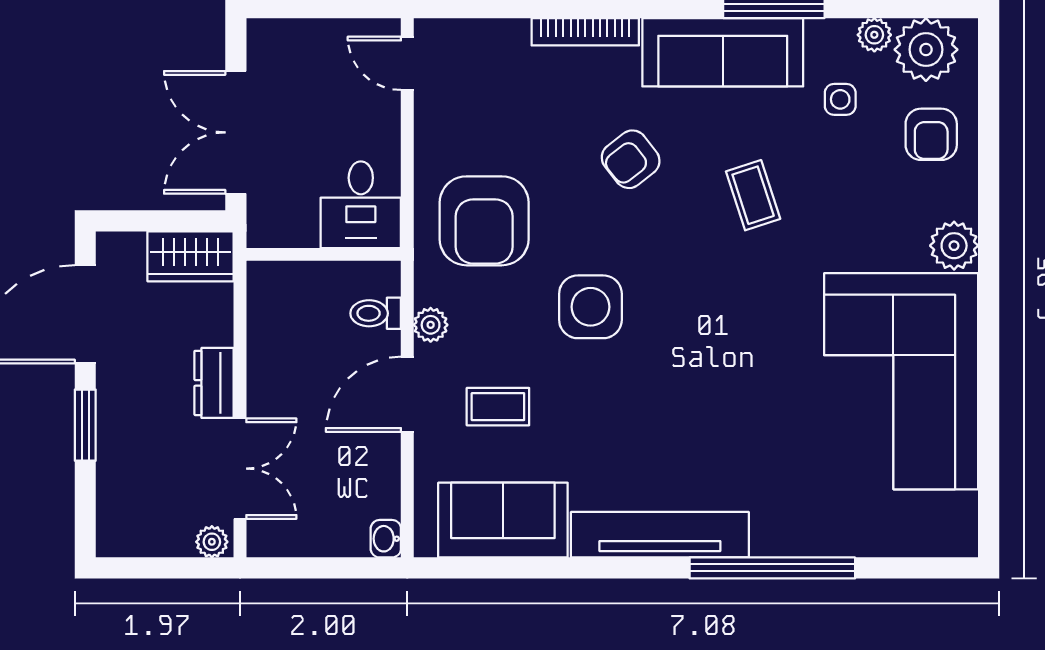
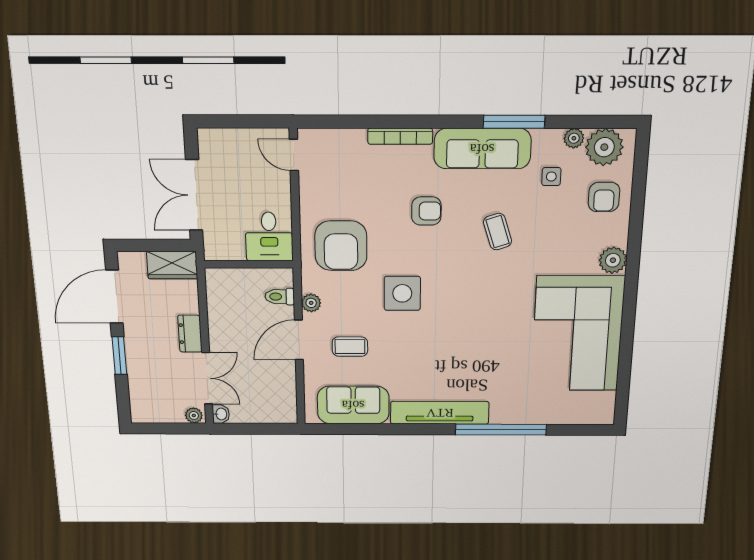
armchair: (631, 159) -> (426, 211), turned -142
washbasin: (386, 539) -> (221, 414), moved, turned 180

